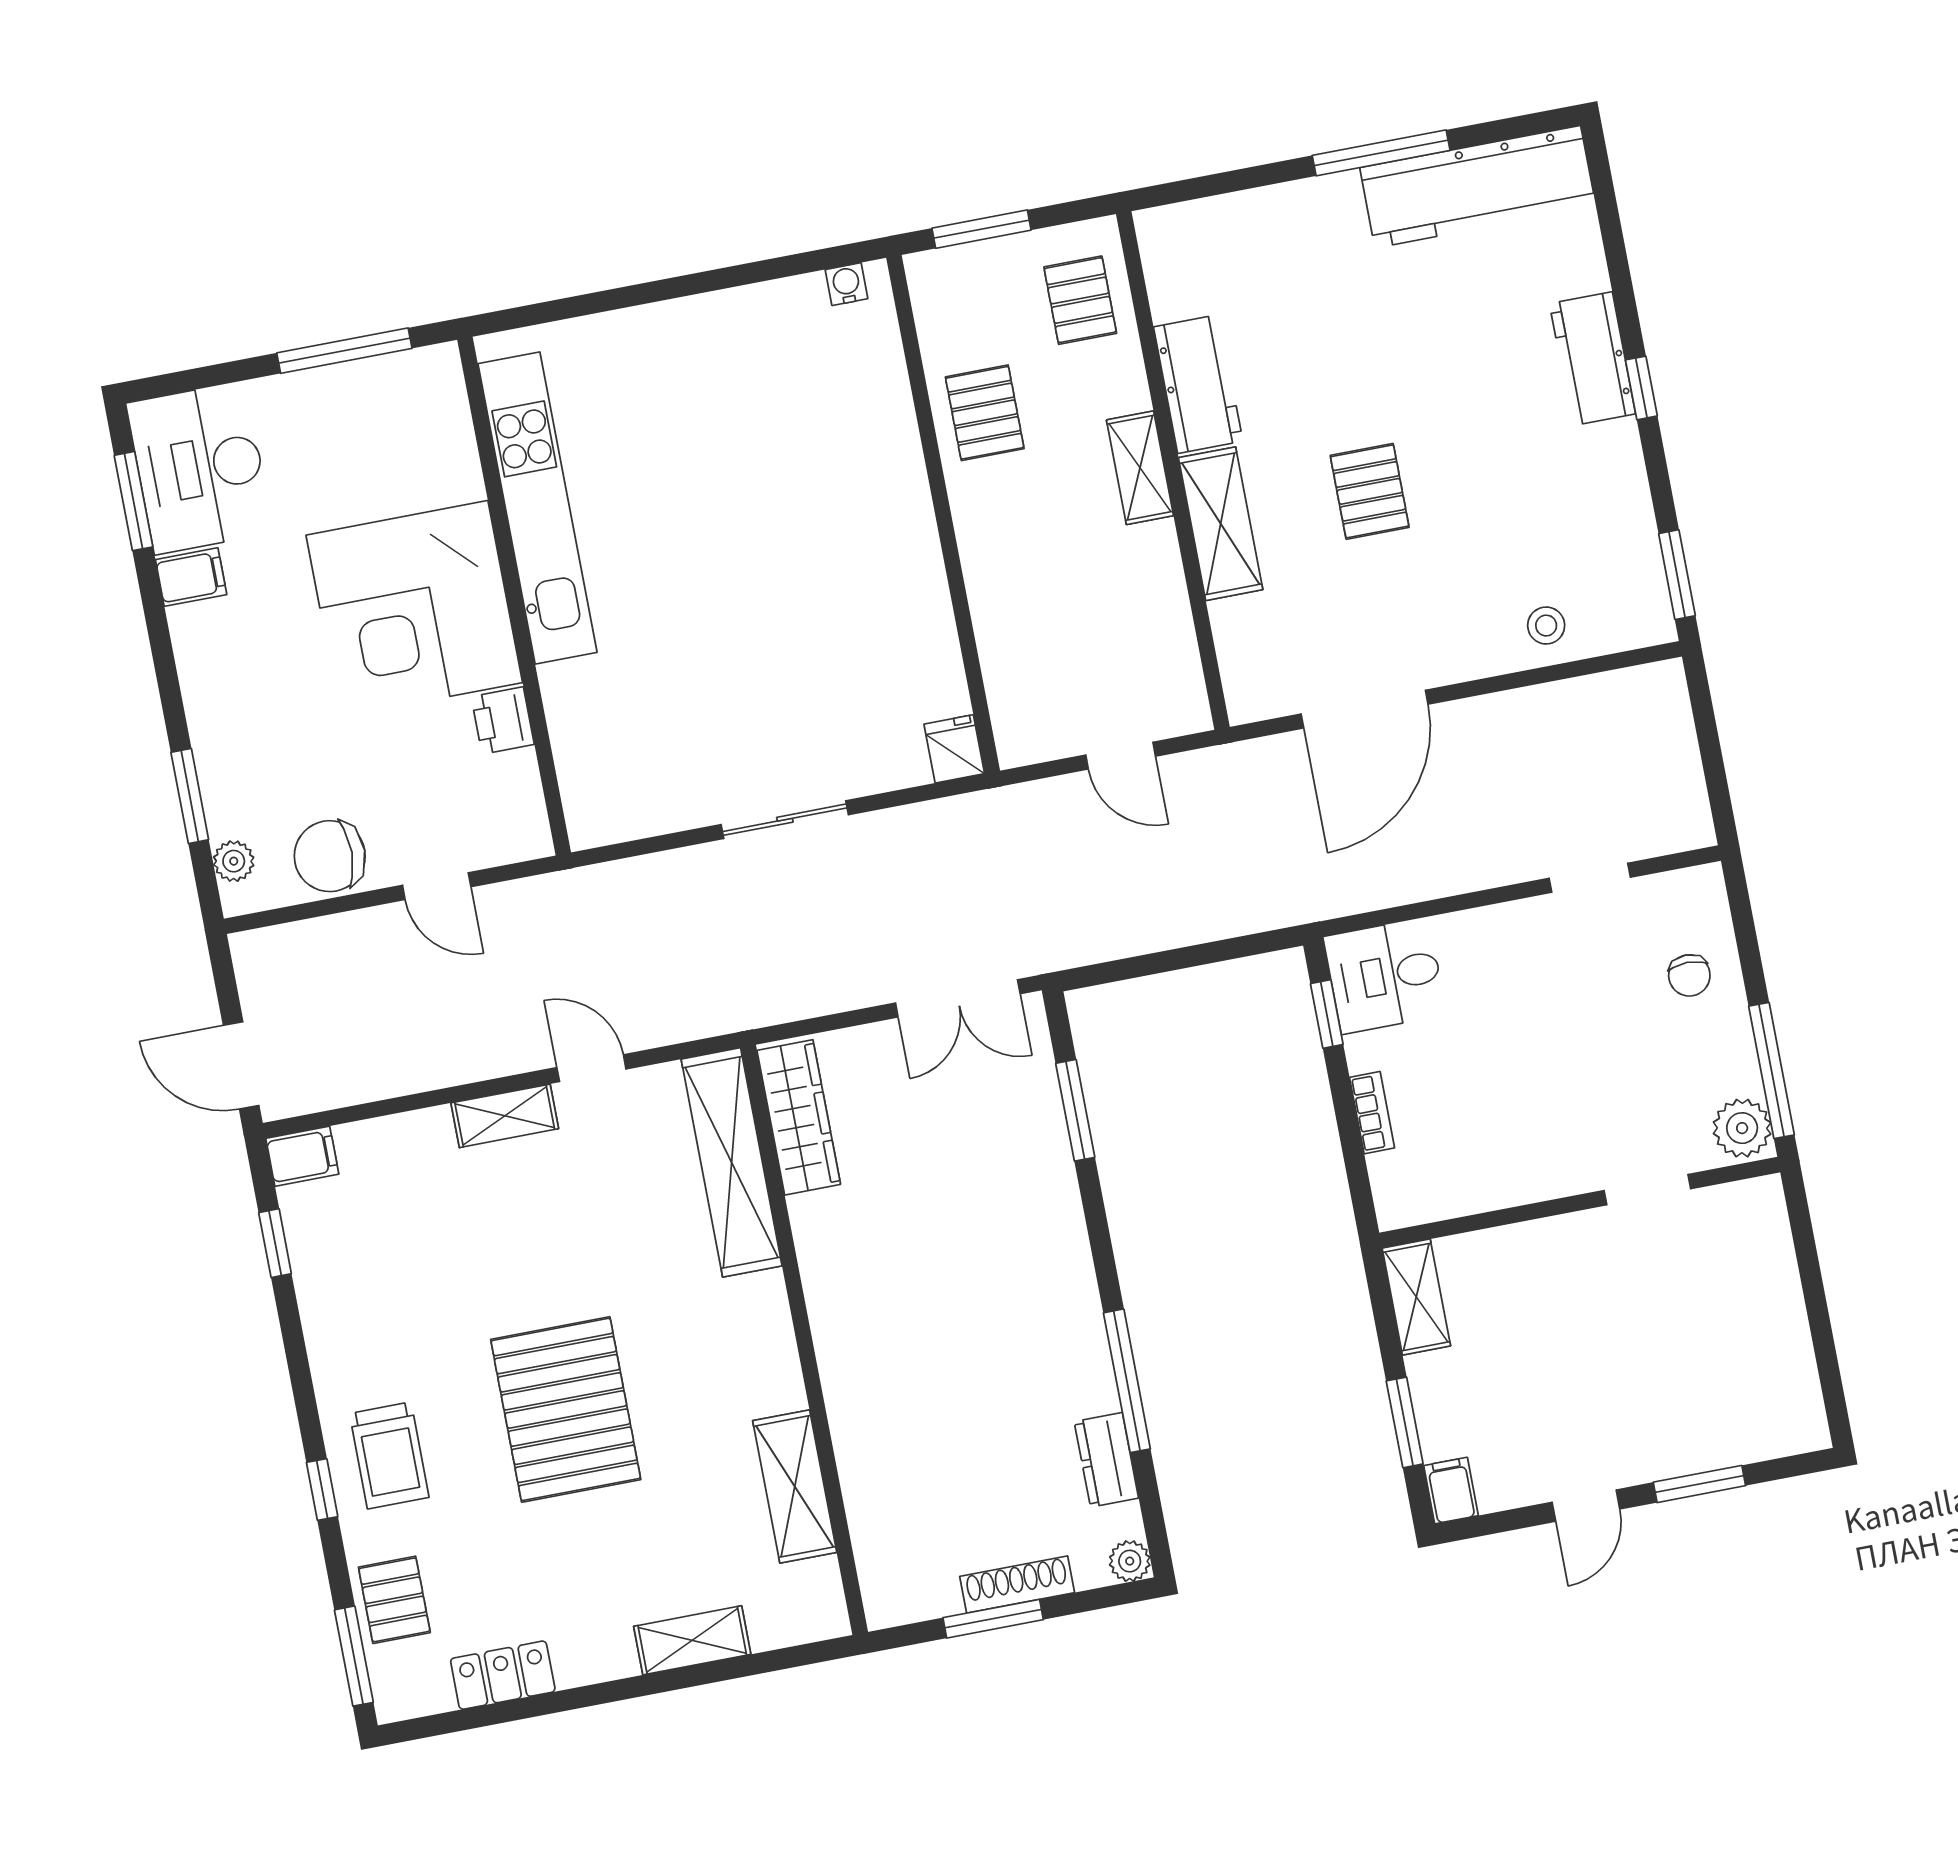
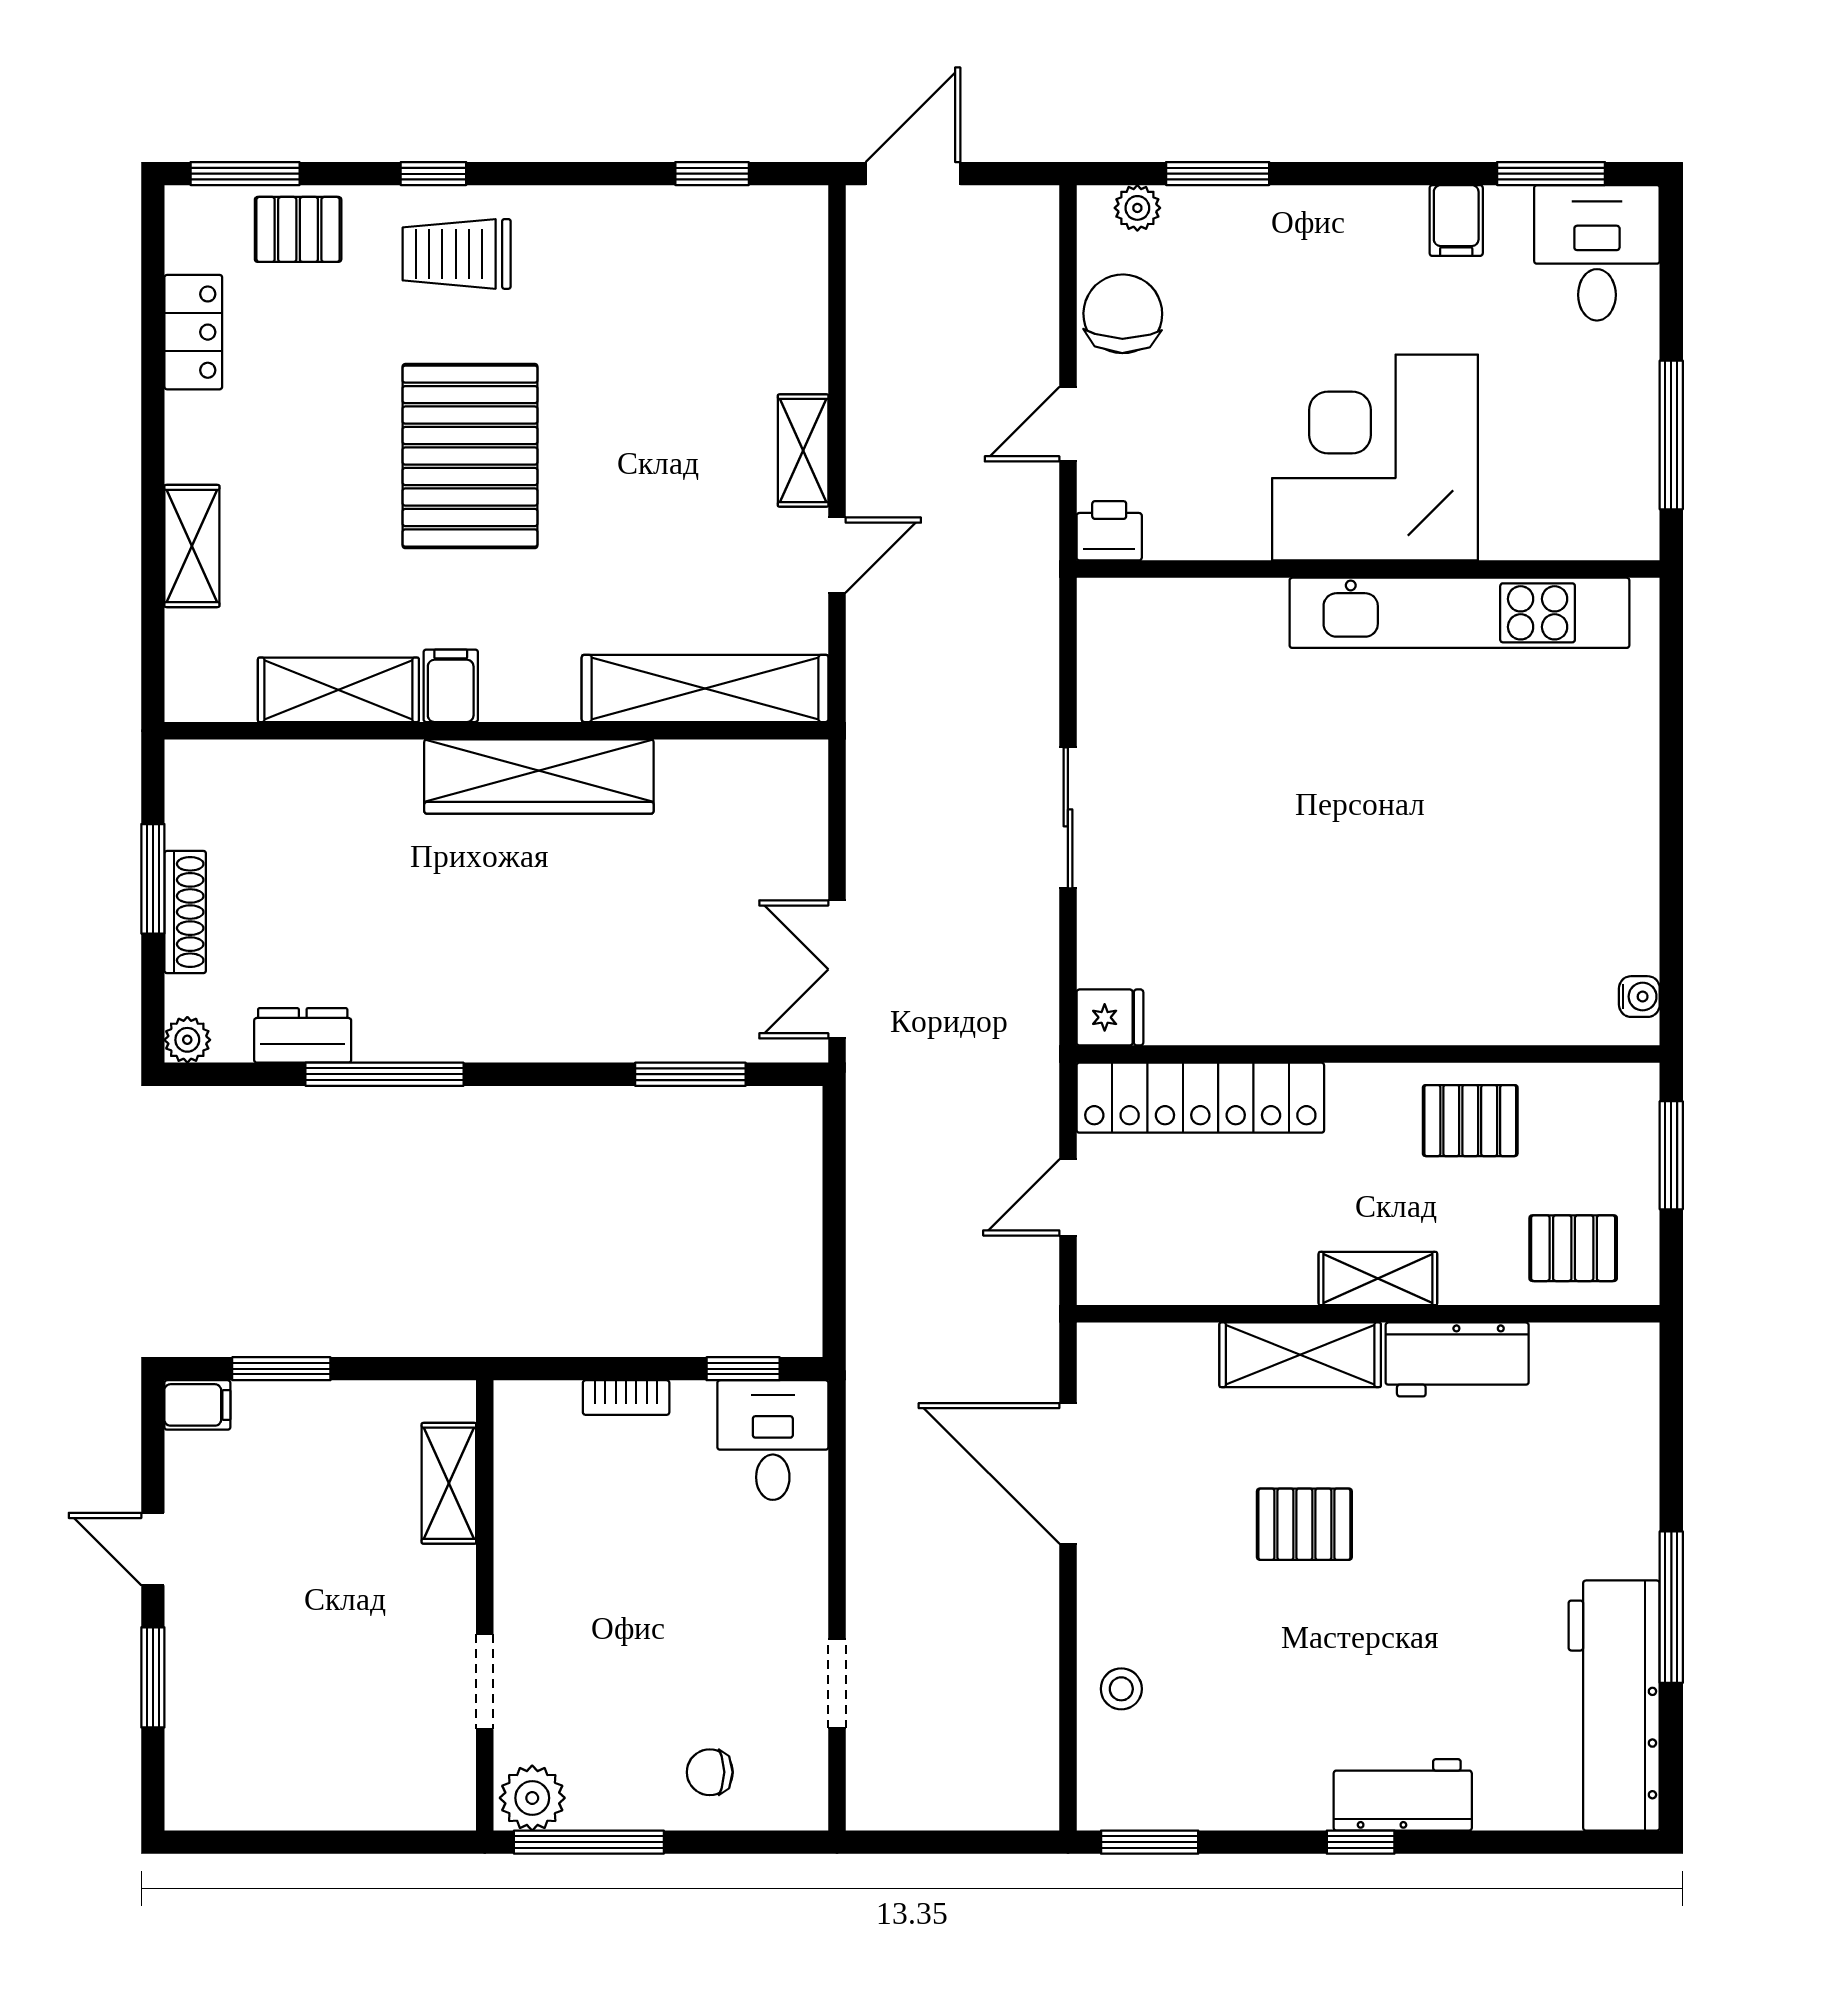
desk: (200, 468) -> (1597, 253), width x0.73
locker: (1010, 655) -> (1200, 1098), added
printer: (503, 720) -> (1109, 531), moved
wardrobe: (799, 1117) -> (539, 777), moved, width x1.40, depth x1.17
filing cabinet: (302, 1156) -> (451, 686), moved, turned 180
shelving: (1416, 1297) -> (449, 1483), moved, turned 90
pallet: (566, 1409) -> (470, 456), turned 90

